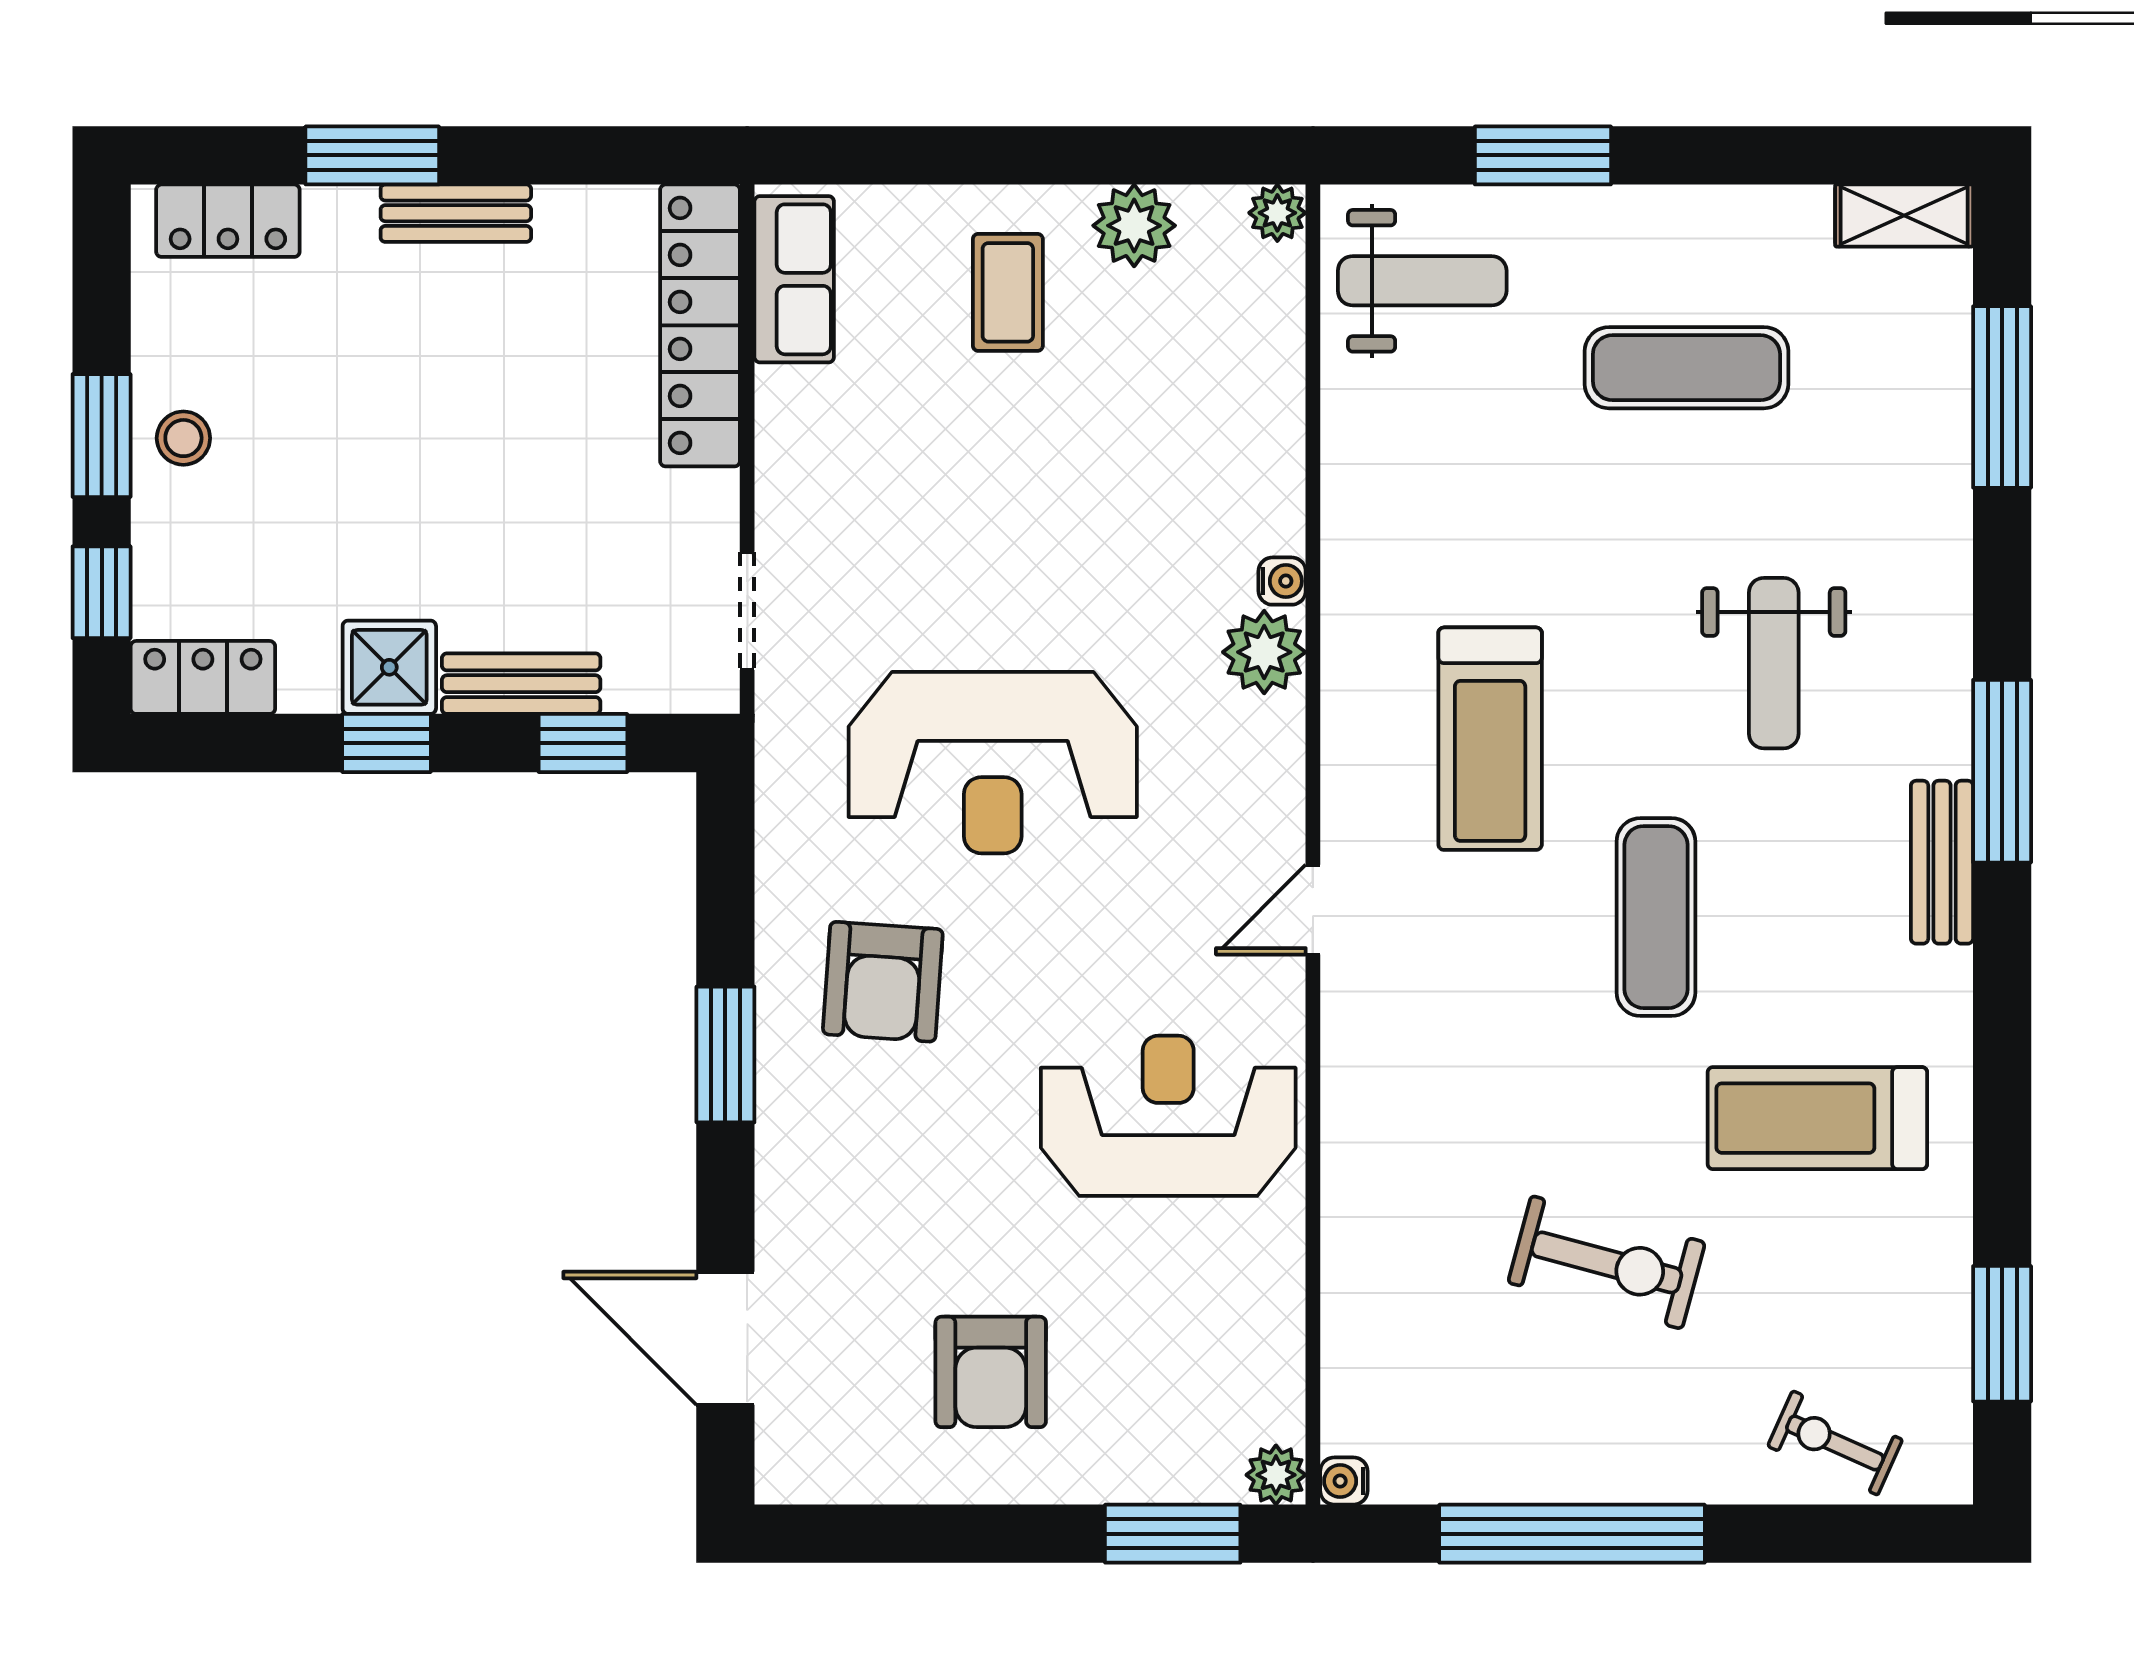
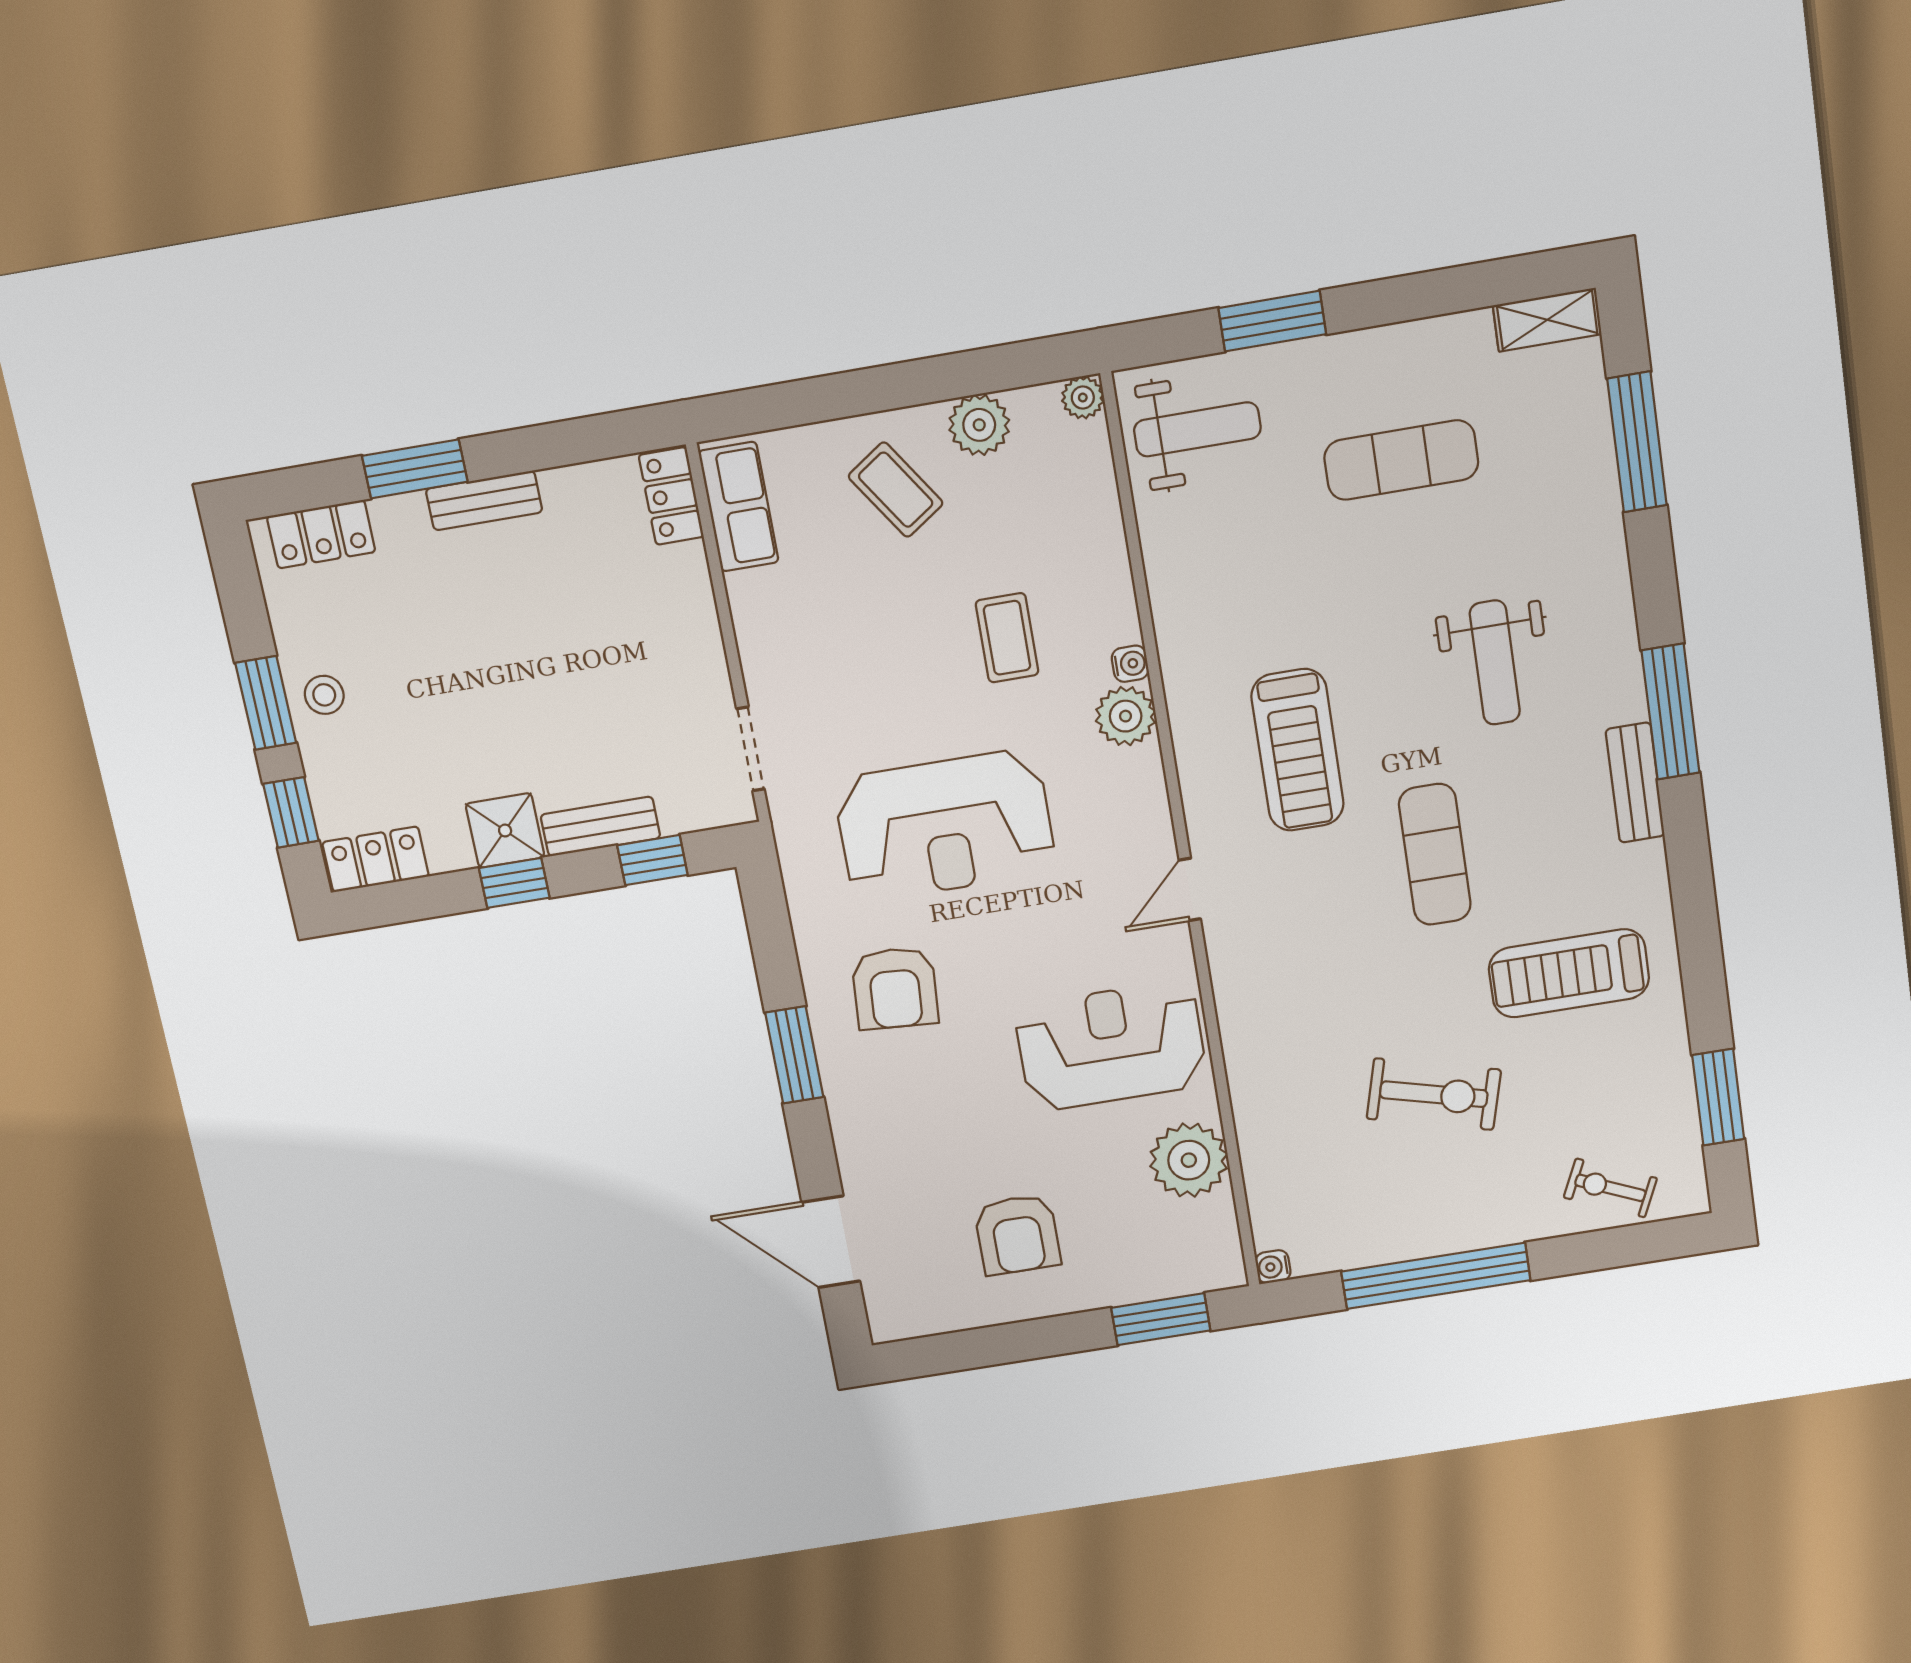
coffee table: (1008, 292) -> (896, 490), turned -34
locker: (700, 325) -> (671, 496), width x0.46, depth x0.83
coffee table: (1122, 517) -> (1007, 638), added
plant: (1276, 1475) -> (1189, 1160), moved, width x1.88, depth x1.88

